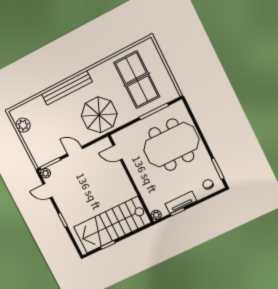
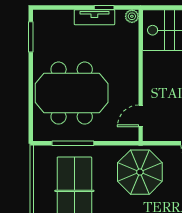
door: (118, 152) -> (141, 116), swing flipped
chair: (208, 184) -> (51, 23), removed

